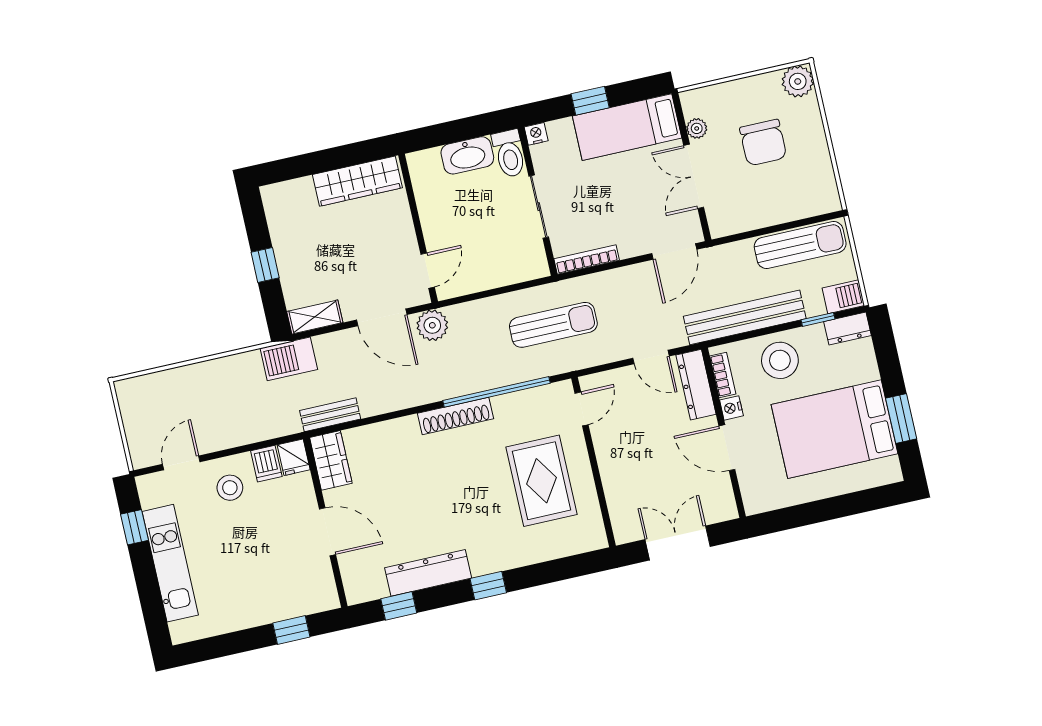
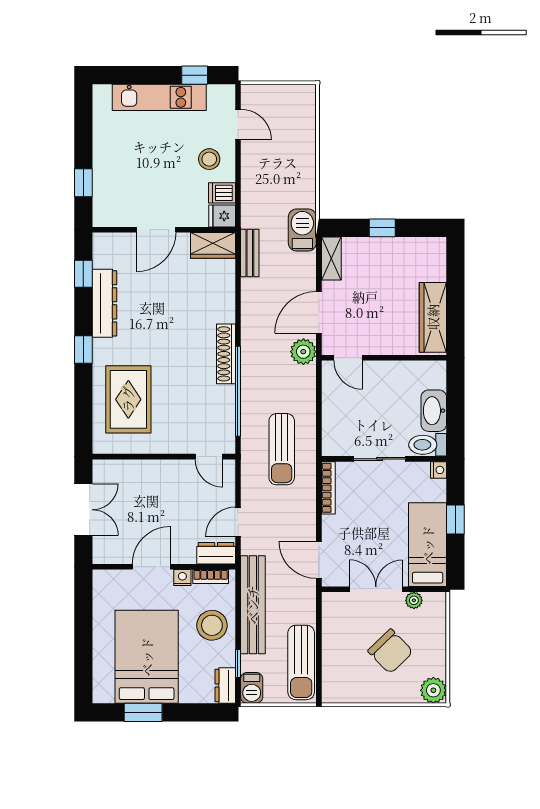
chair: (763, 143) -> (390, 651), turned -134
dresser: (696, 385) -> (216, 553), width x0.70
rug: (542, 481) -> (128, 399), moved, turned 90

